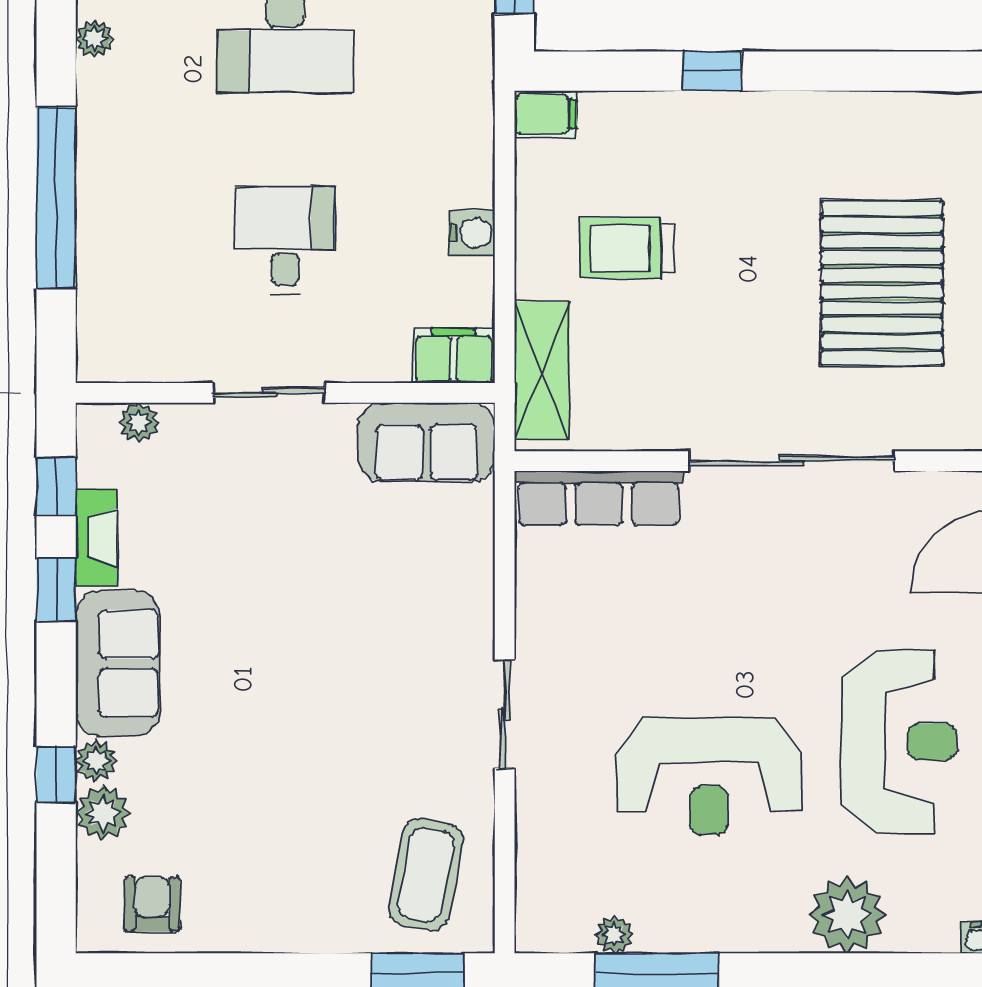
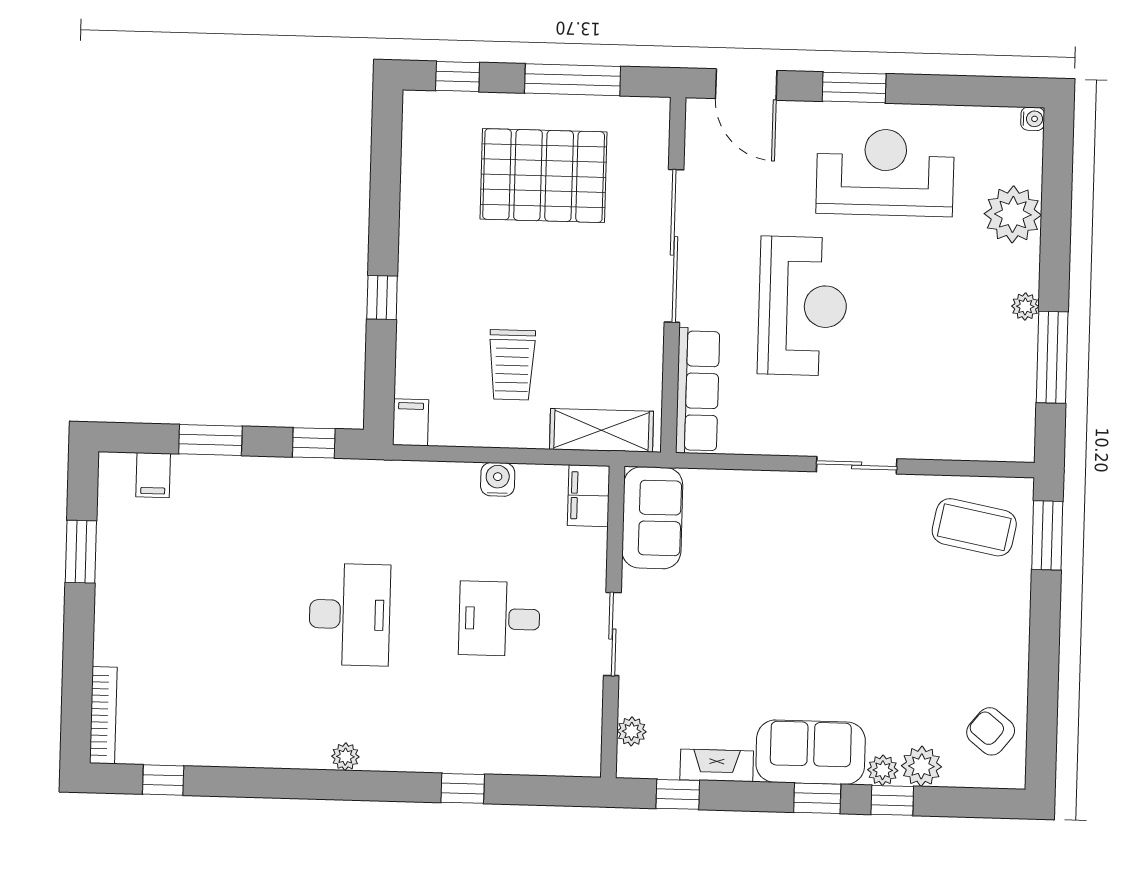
window: (56, 198) -> (463, 788), width x0.32
window: (56, 590) -> (817, 798), moved
reception desk: (709, 776) -> (803, 306), moved
armchair: (152, 904) -> (991, 731), turned 39
plant: (614, 935) -> (1025, 306), moved

